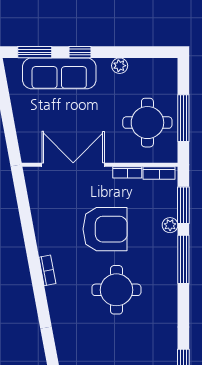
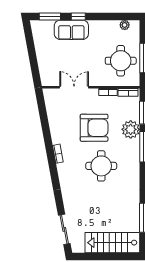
plant: (120, 66) -> (125, 25), moved
sofa: (59, 73) -> (71, 30), width x0.73
double door: (73, 165) -> (74, 87), width x0.73
plant: (170, 225) -> (131, 129), width x1.87, depth x1.87

